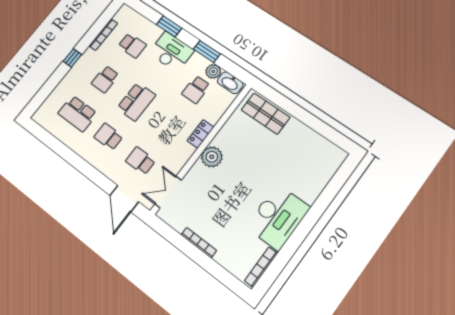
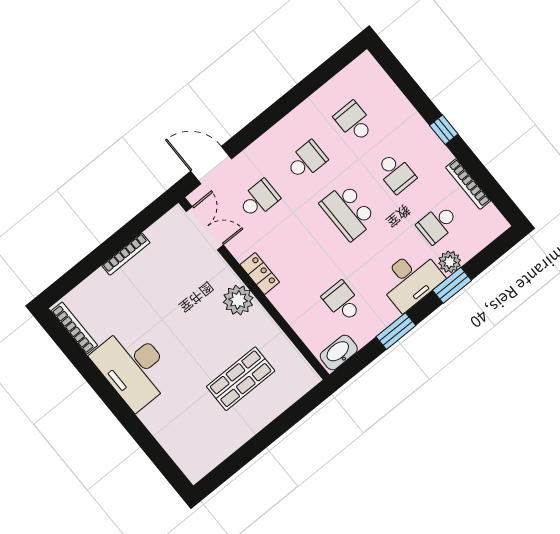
plant: (213, 71) -> (450, 262), moved
school desk: (105, 79) -> (396, 173), turned 180
school desk: (78, 113) -> (354, 122), width x0.54
shop shelf: (266, 114) -> (241, 379), moved
locker: (200, 134) -> (260, 273), moved

